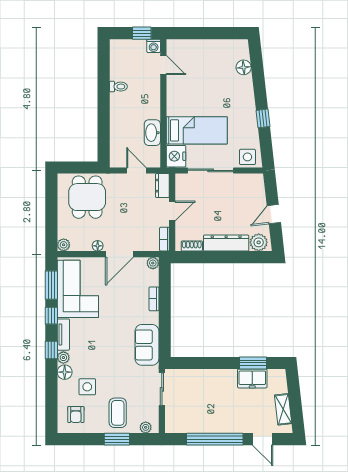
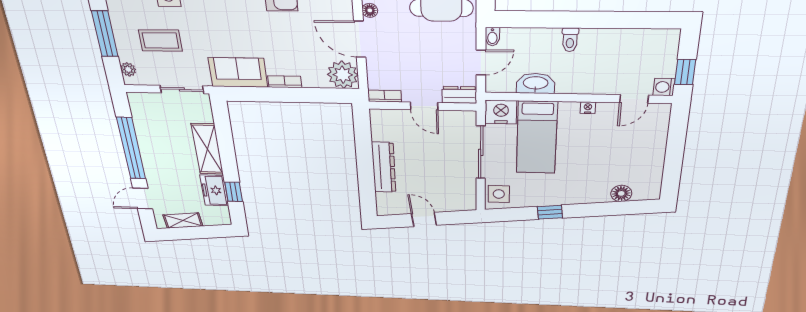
toilet: (118, 87) -> (570, 40), moved
nightstand: (171, 96) -> (588, 108), added
bidet: (117, 163) -> (492, 37), added
plant: (259, 242) -> (387, 202), removed
shoe rack: (192, 246) -> (377, 128), removed
plant: (153, 263) -> (343, 75), width x1.88, depth x1.88
bookcase: (154, 299) -> (285, 82), moved
window: (253, 363) -> (234, 192), width x0.67
shelving: (214, 378) -> (207, 149), added
coffee table: (118, 413) -> (160, 40), moved
window: (117, 439) -> (105, 34), width x1.44

